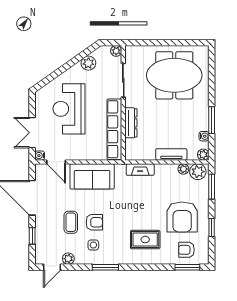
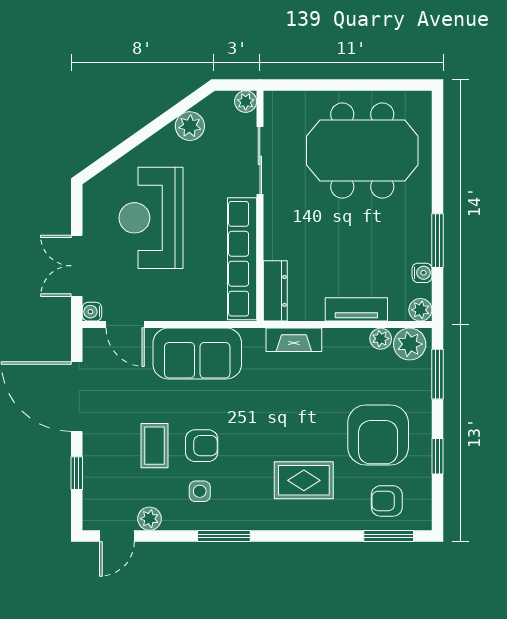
dresser: (131, 123) -> (275, 291), moved

